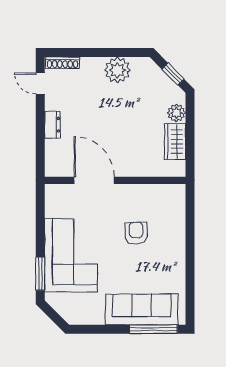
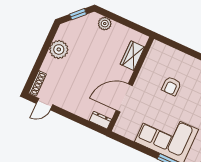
dresser: (52, 125) -> (100, 120), moved
wardrobe: (175, 142) -> (132, 56), moved, turned 90
armchair: (136, 233) -> (171, 86), turned -88

